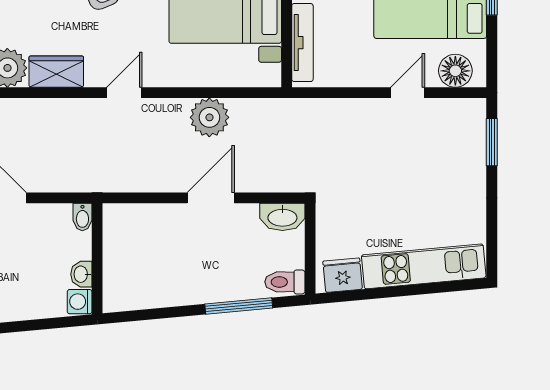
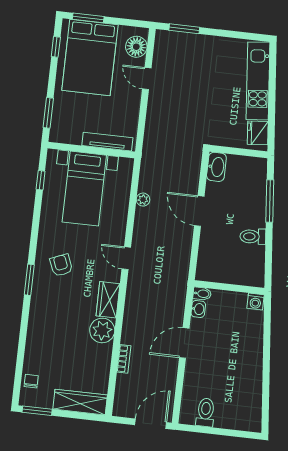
plant: (209, 117) -> (143, 200), width x0.53, depth x0.53
washbasin: (81, 274) -> (198, 309), moved, turned -90
toilet: (285, 282) -> (253, 236), moved, turned 85

